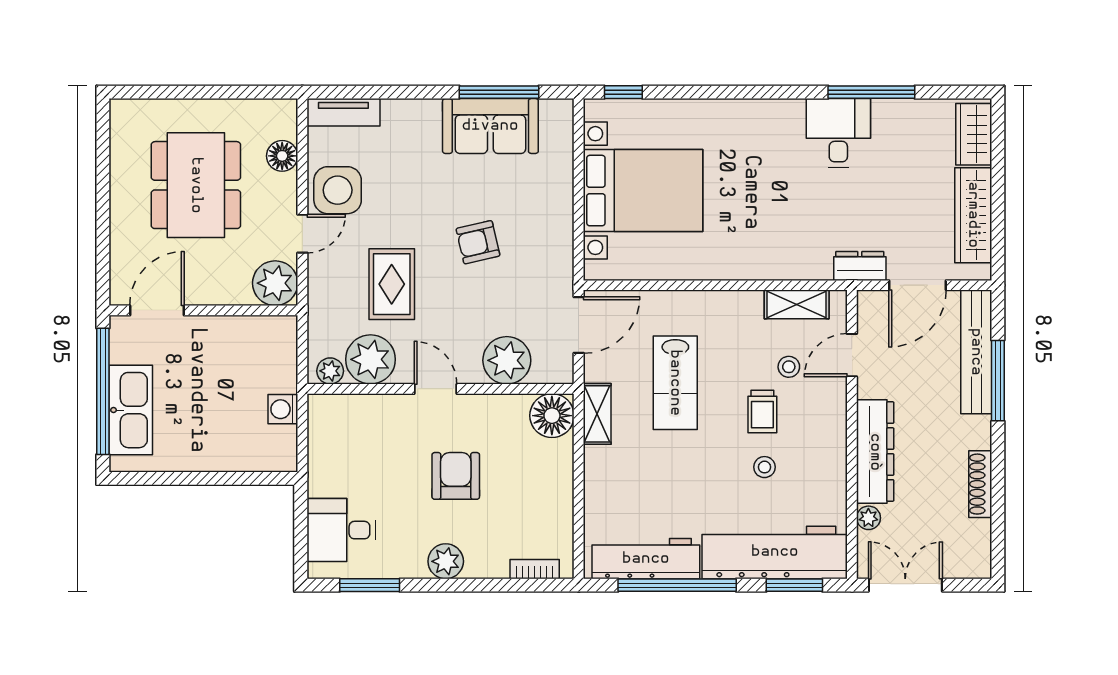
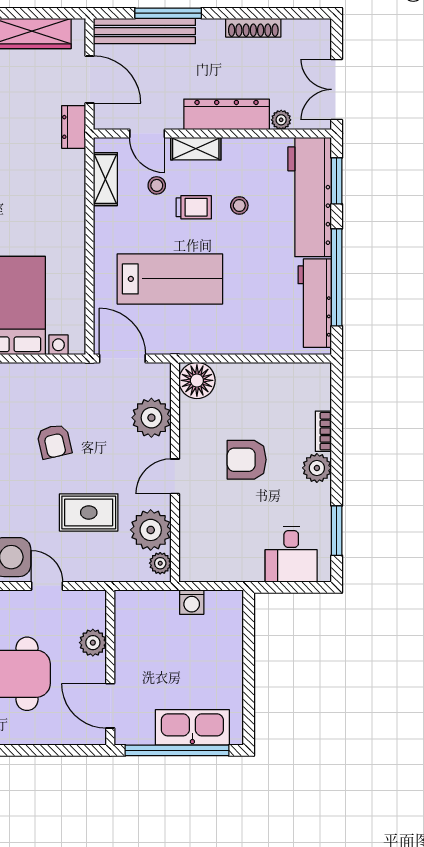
plant: (275, 283) -> (93, 643), moved, width x0.73, depth x0.73
lab bench: (675, 383) -> (170, 279), width x1.36, depth x1.39
shelving: (597, 414) -> (196, 149), moved
bookcase: (535, 569) -> (323, 431), moved

